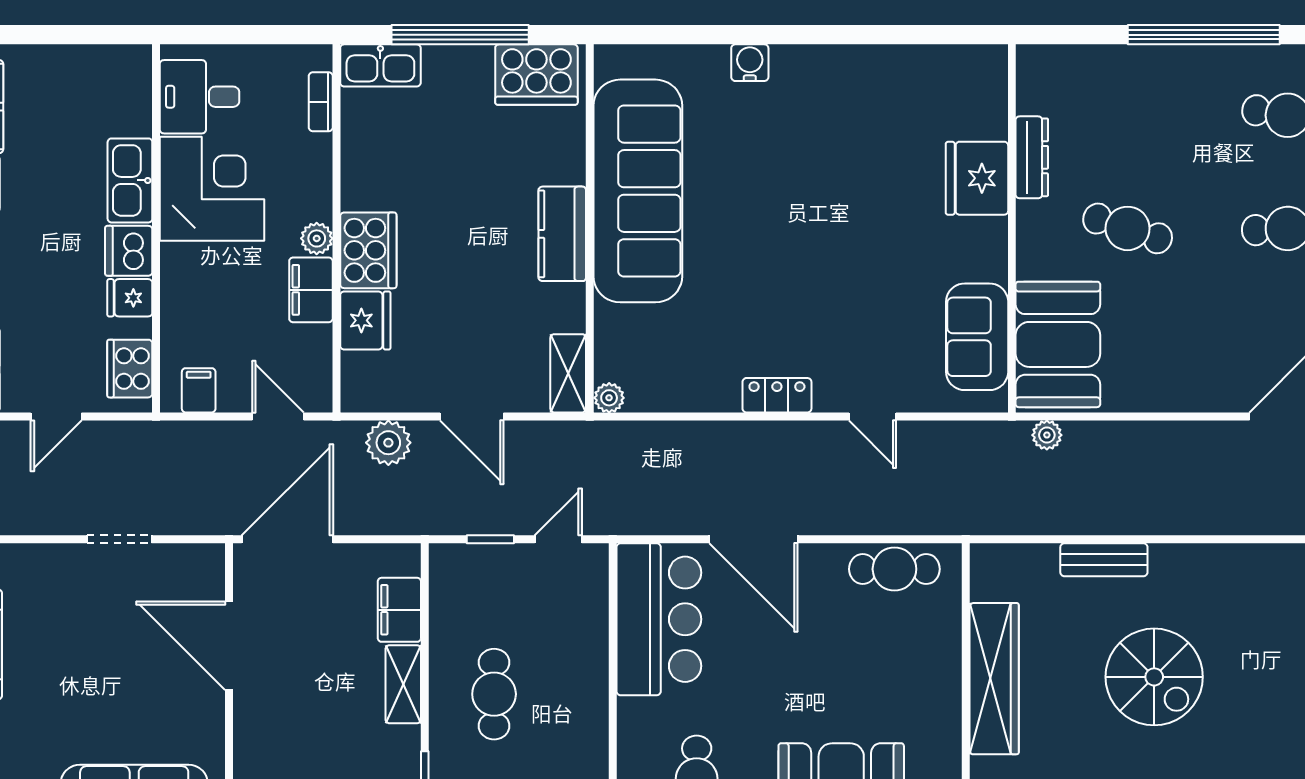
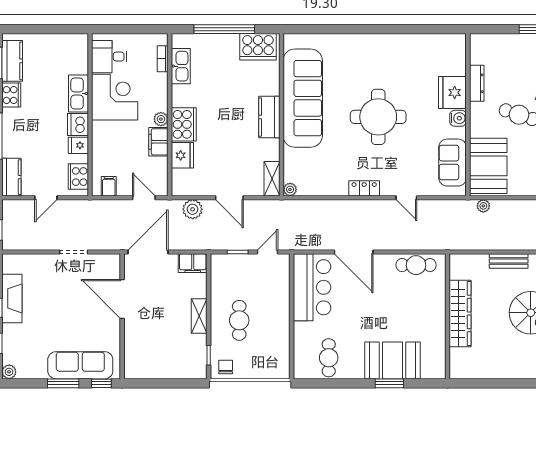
water cooler: (750, 63) -> (458, 118), moved, turned 90
kitchen sink: (380, 65) -> (181, 66), moved, turned -90
round table: (809, 233) -> (378, 117), added
filing cabinet: (399, 610) -> (193, 263), moved, turned -90

